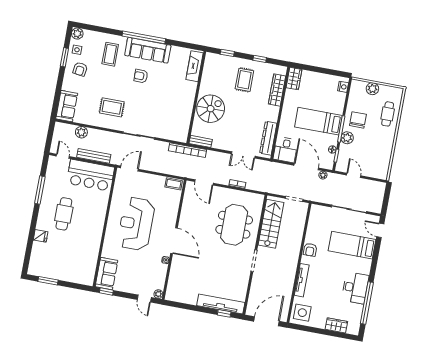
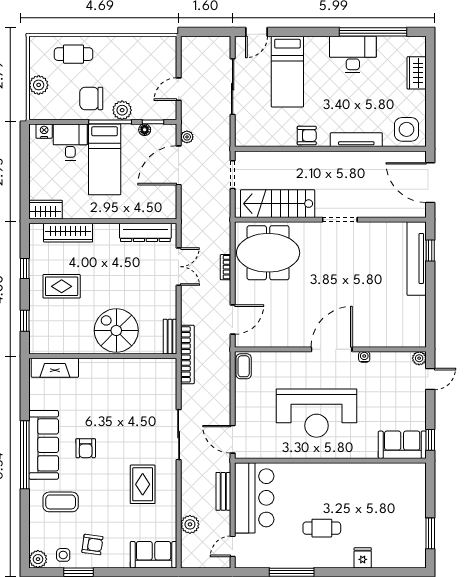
desk: (286, 150) -> (70, 142), moved, turned -90
bench: (94, 156) -> (223, 491), width x0.73
cafe table: (64, 214) -> (322, 528), width x0.73, depth x0.74
meeting table: (234, 225) -> (268, 253), moved

